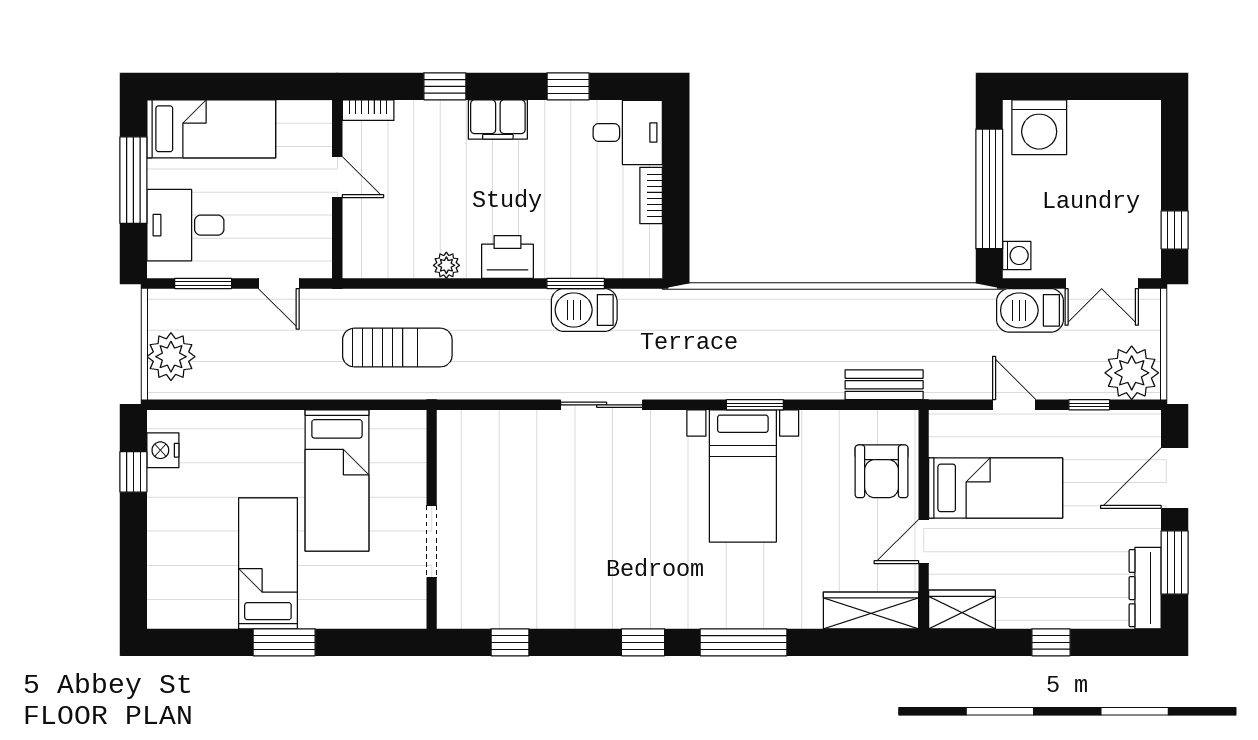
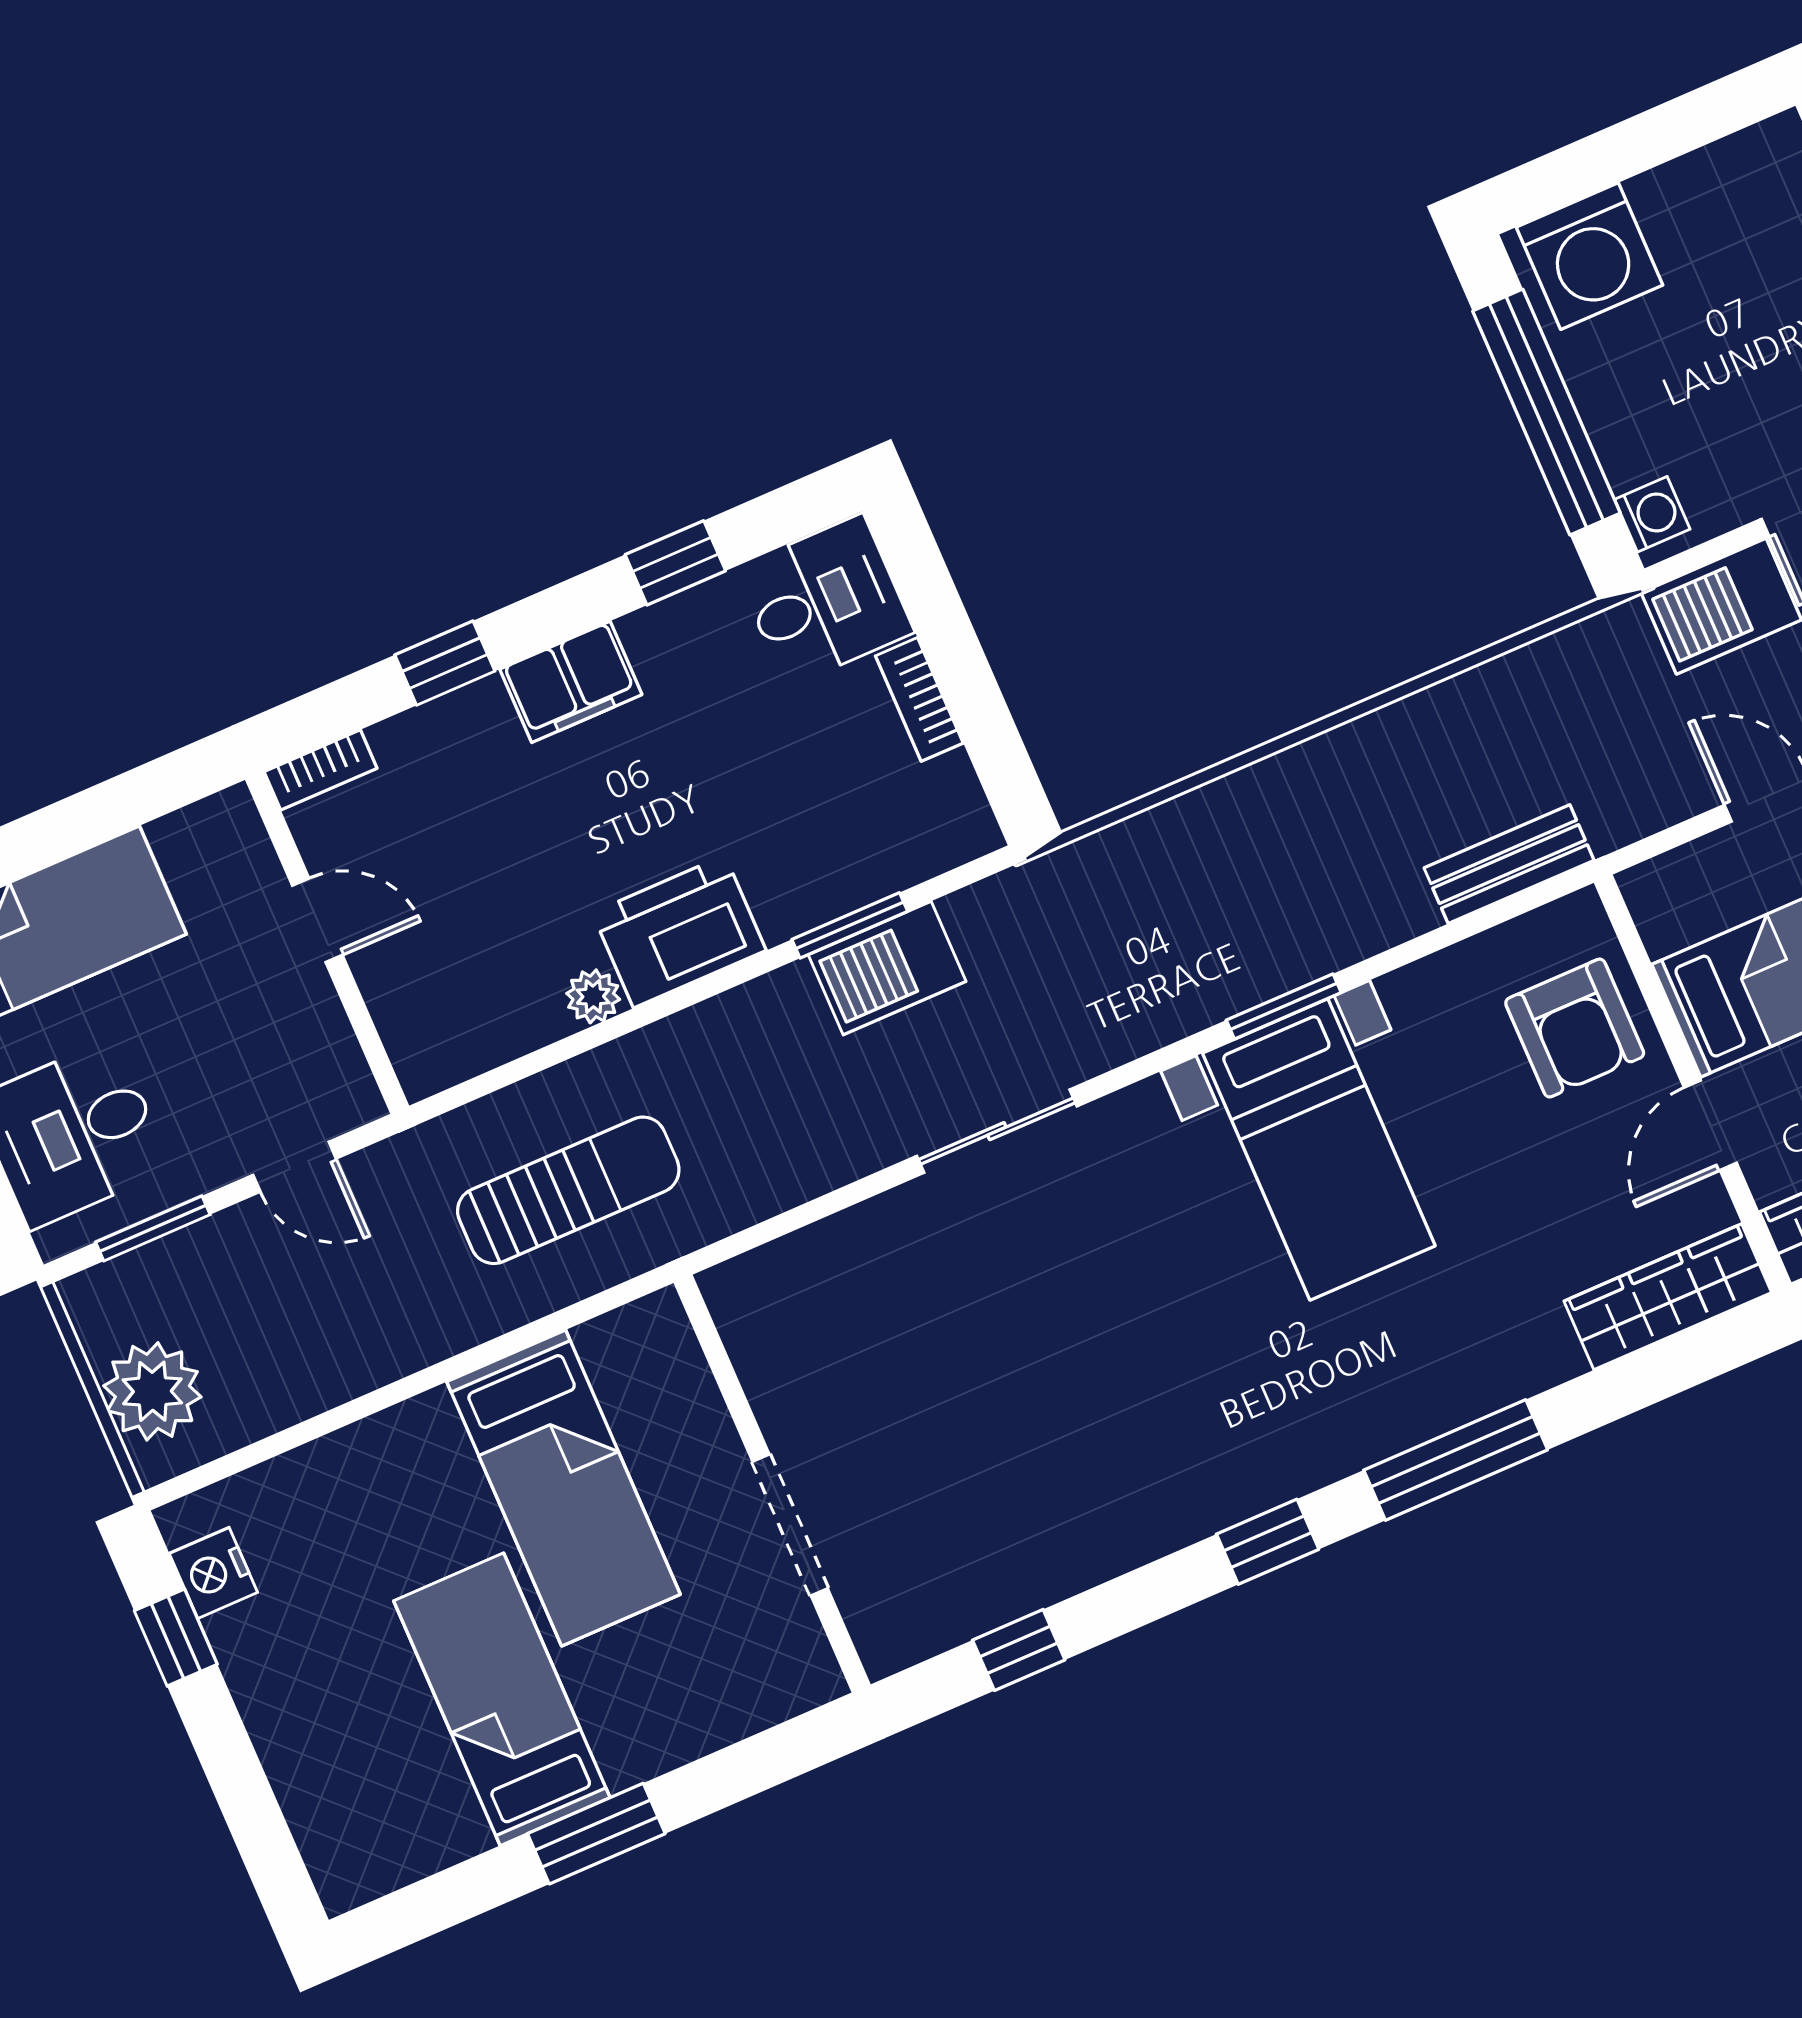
printer: (507, 257) -> (679, 931), width x1.37, depth x1.19

